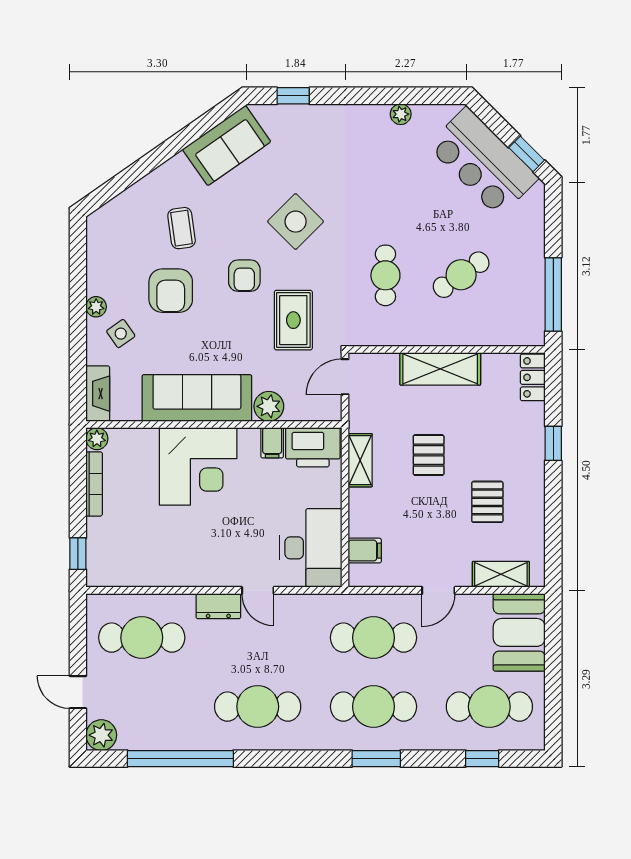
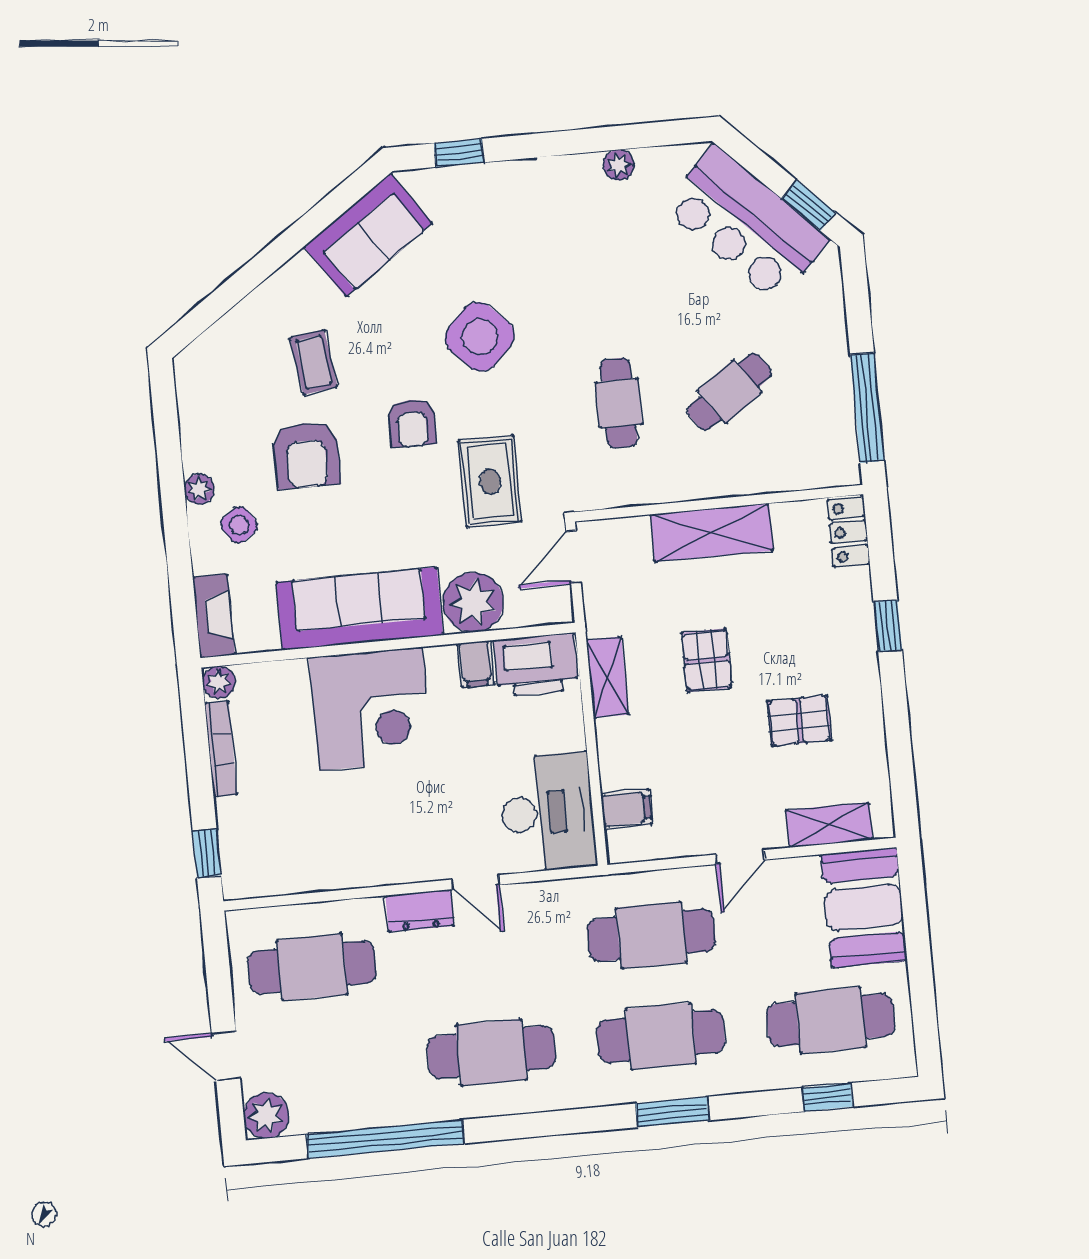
plant: (269, 406) -> (473, 602), width x1.36, depth x1.36
pallet: (487, 502) -> (799, 721), turned 90

